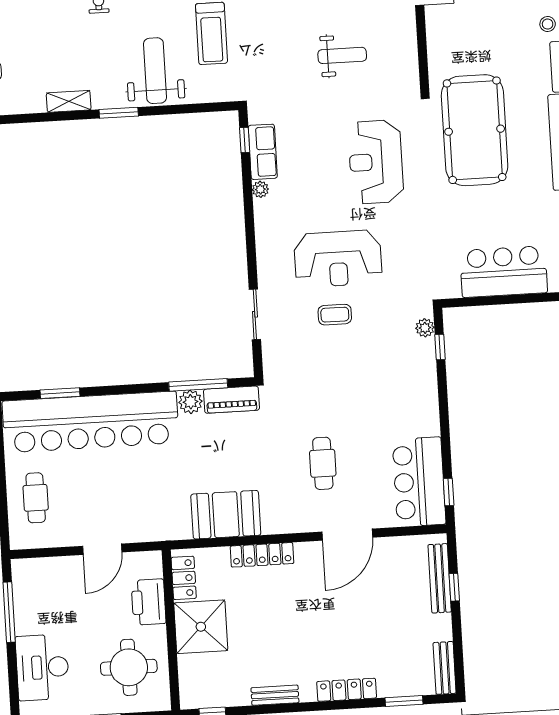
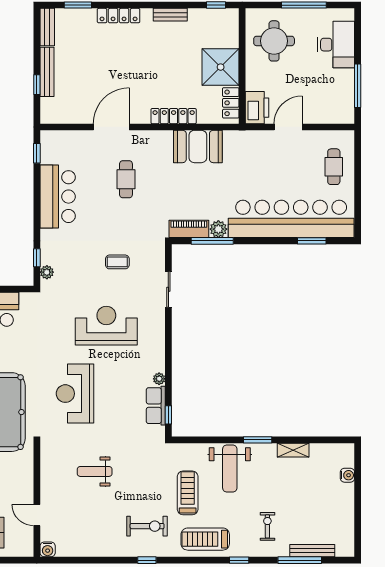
reception desk: (376, 162) -> (75, 394), turned 180
coffee table: (335, 315) -> (117, 262), moved
bar counter: (419, 482) -> (58, 197), moved
bench: (440, 578) -> (47, 72), moved
printer: (149, 602) -> (257, 108), moved

